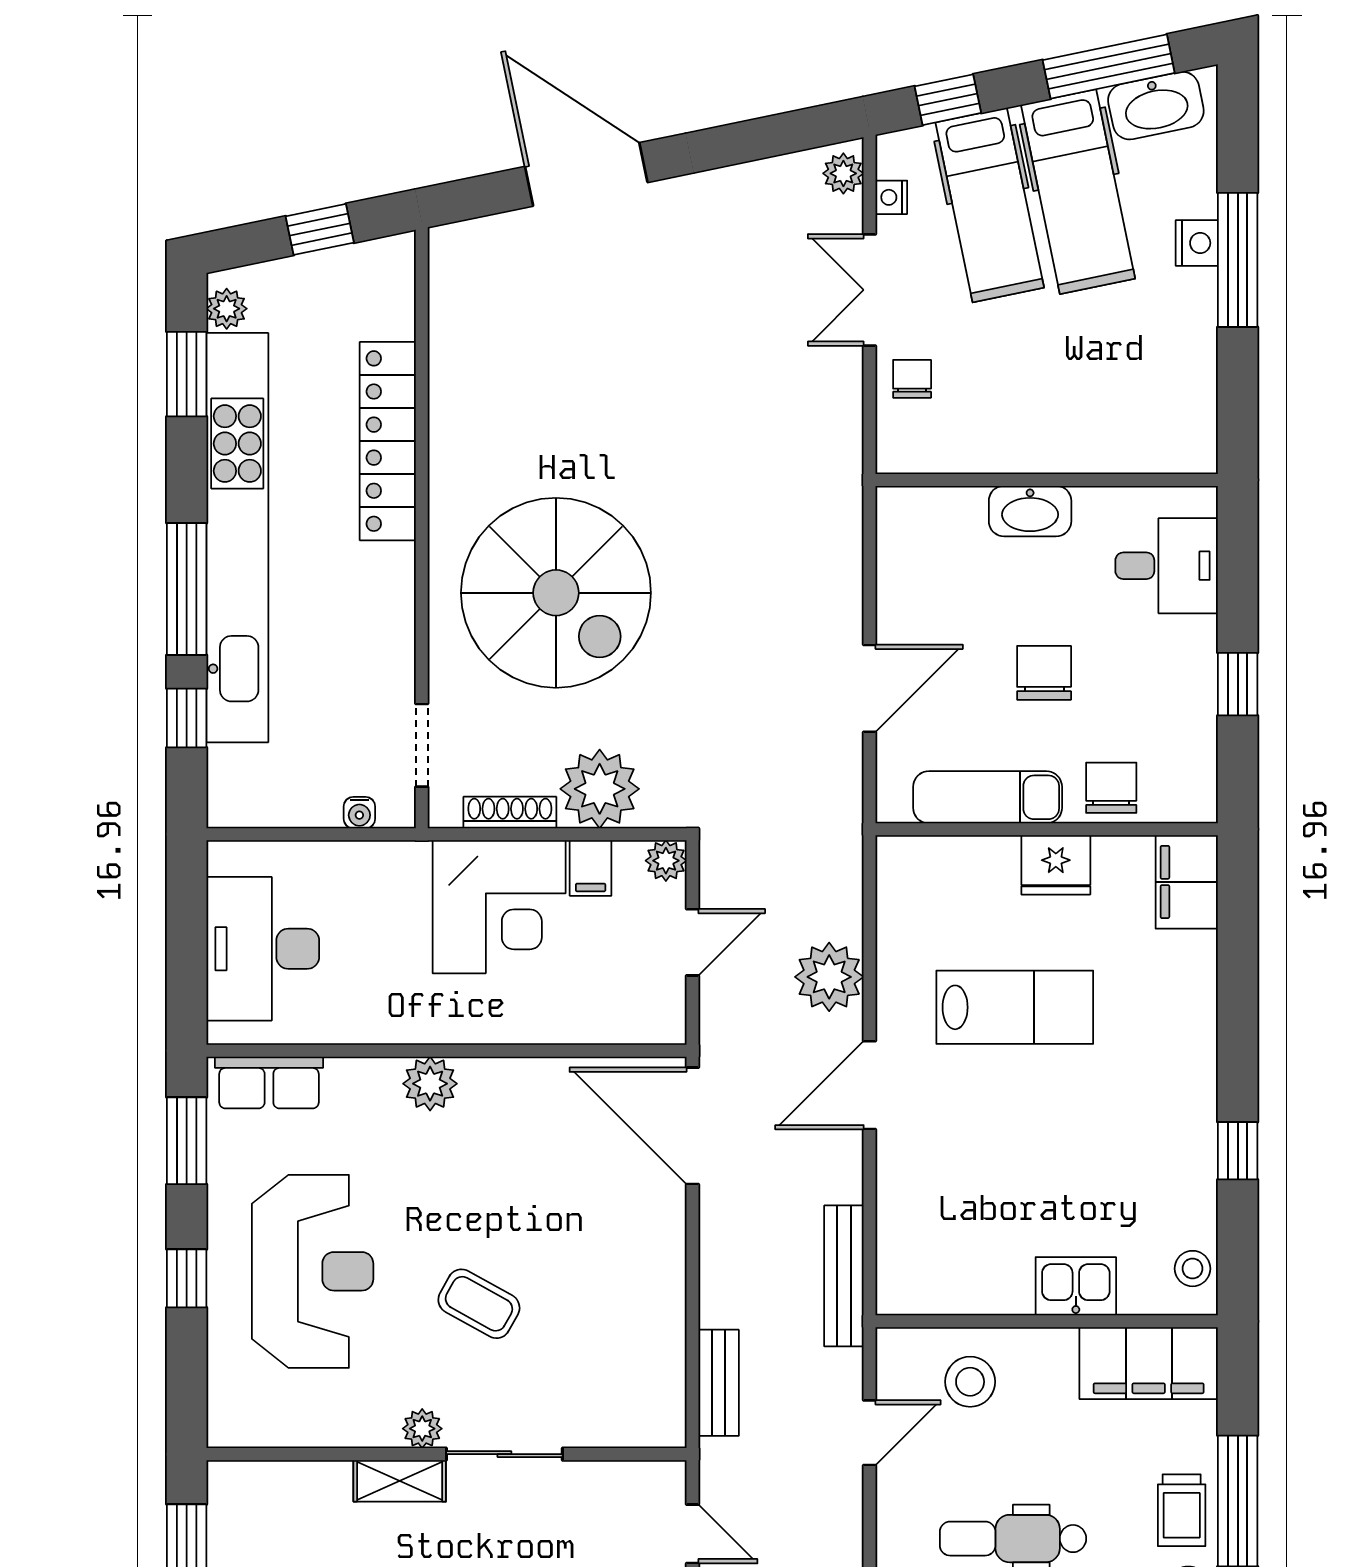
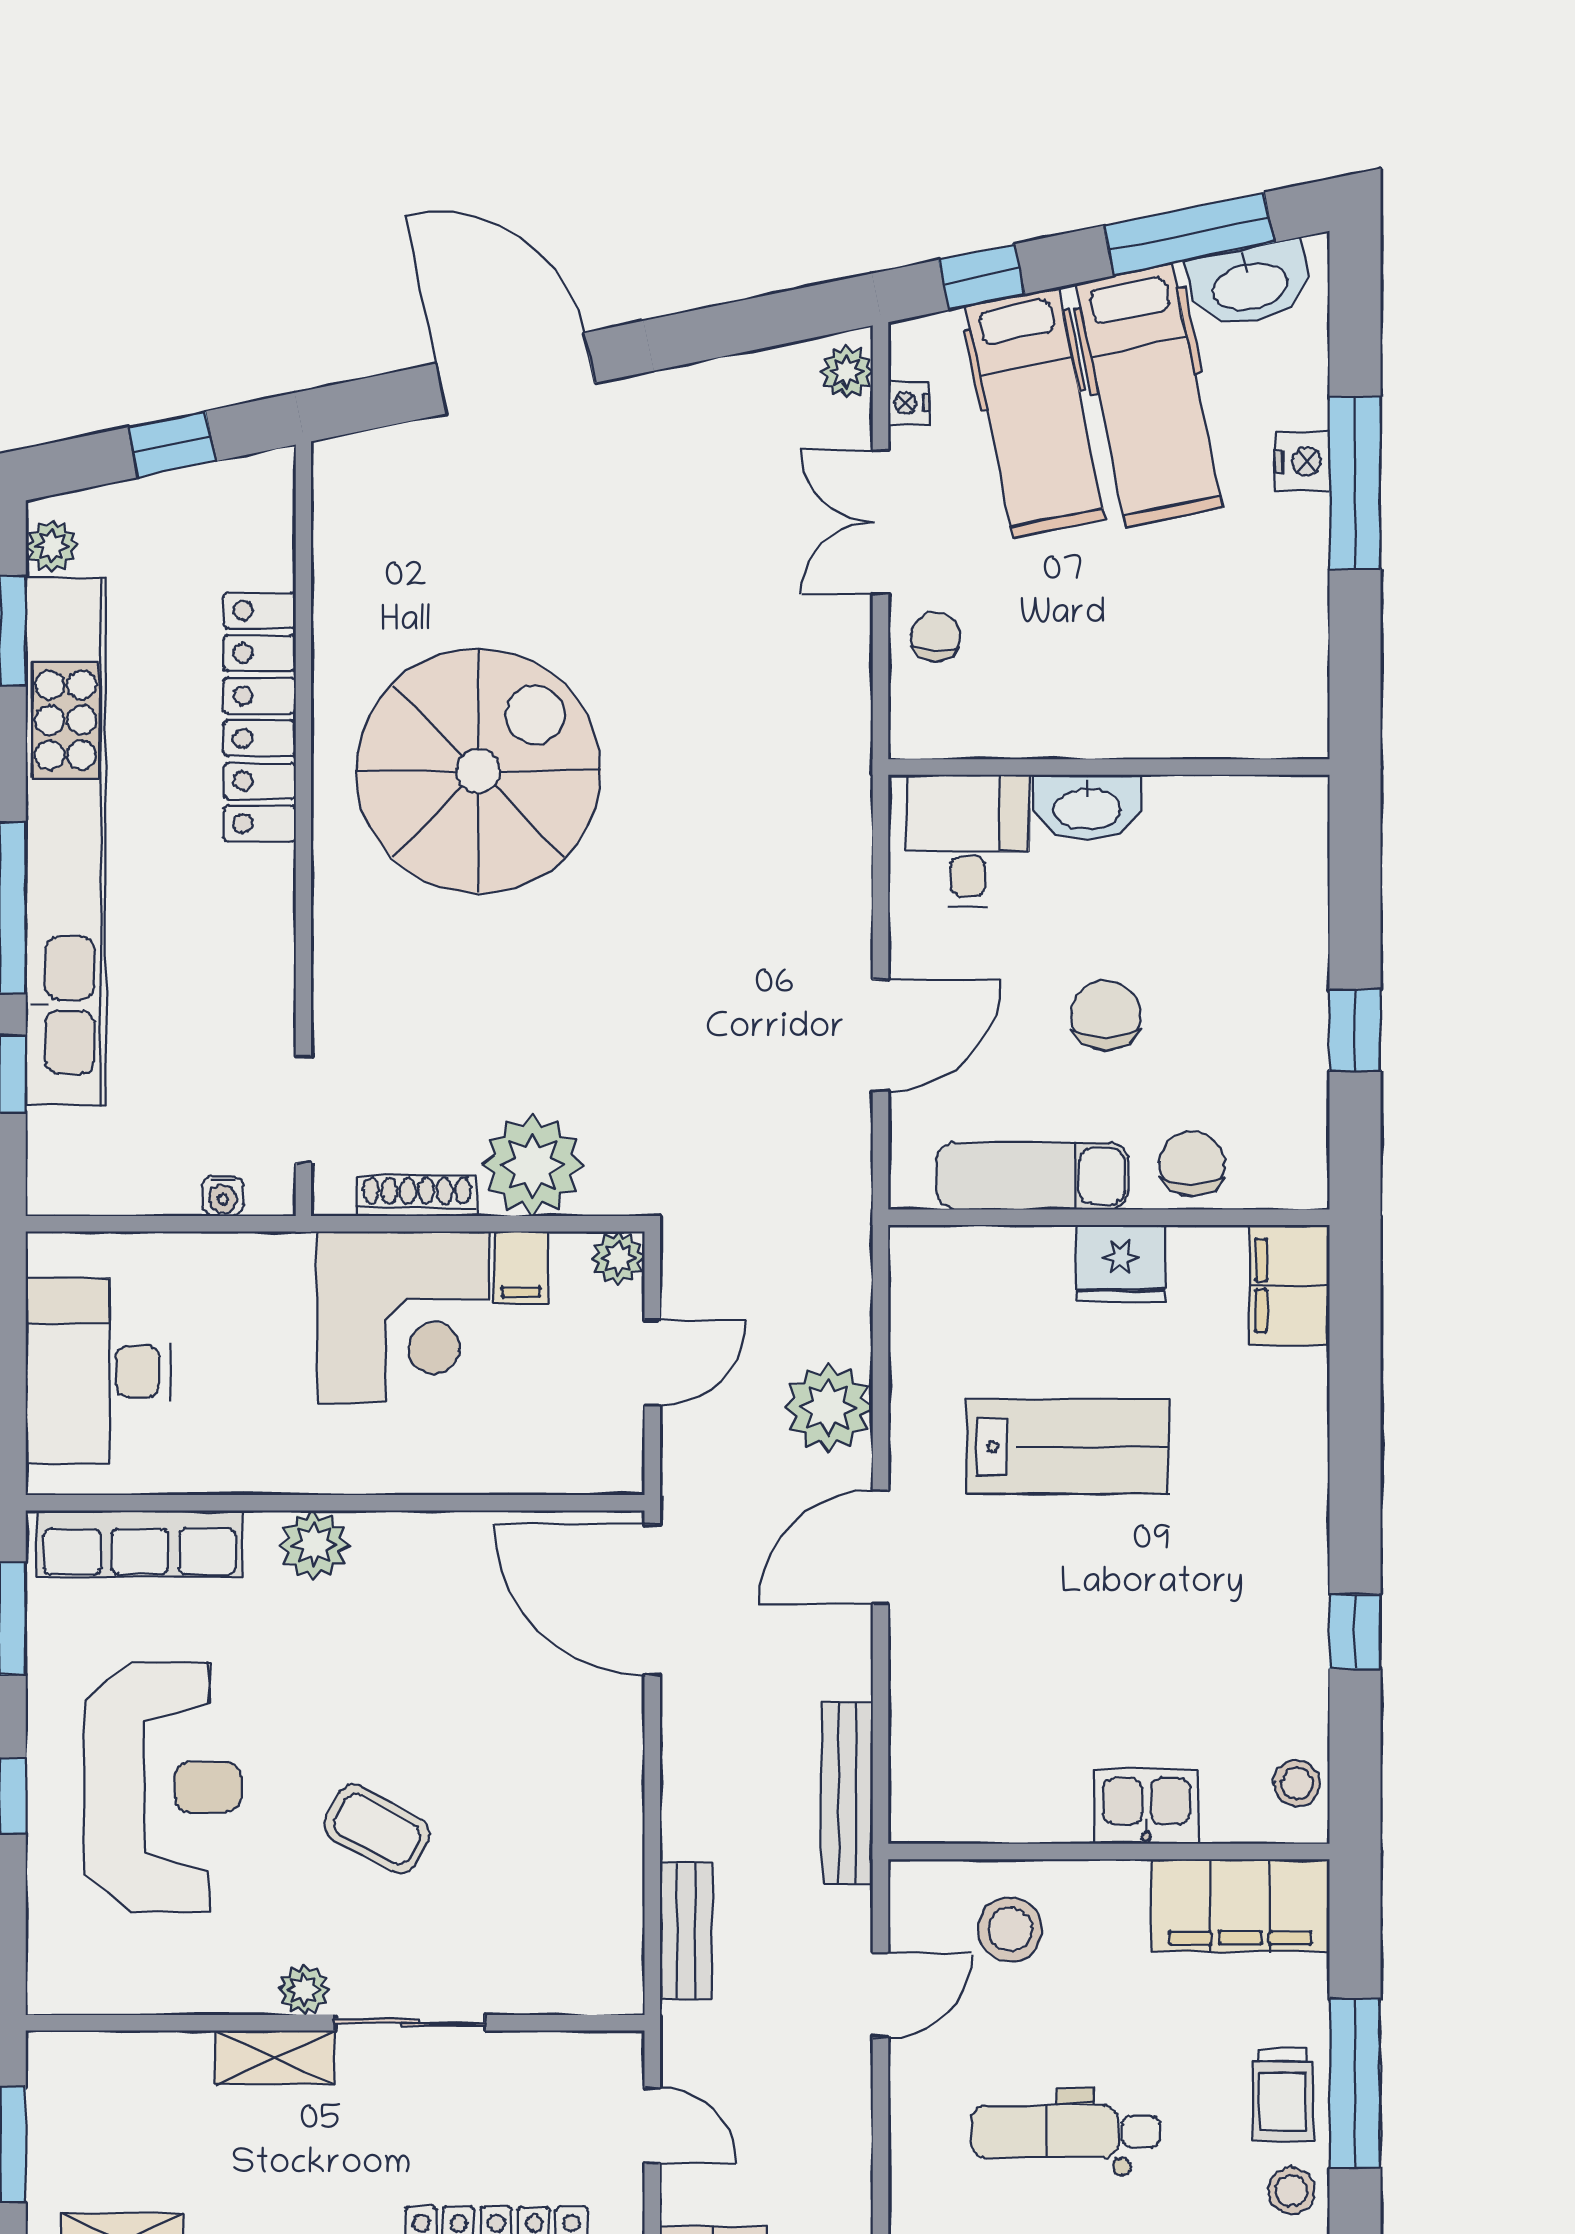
desk: (1167, 566) -> (968, 841), moved, turned -90
spiral stairs: (556, 593) -> (478, 771), moved, turned -90
row of seats: (269, 1082) -> (140, 1544), width x1.48

